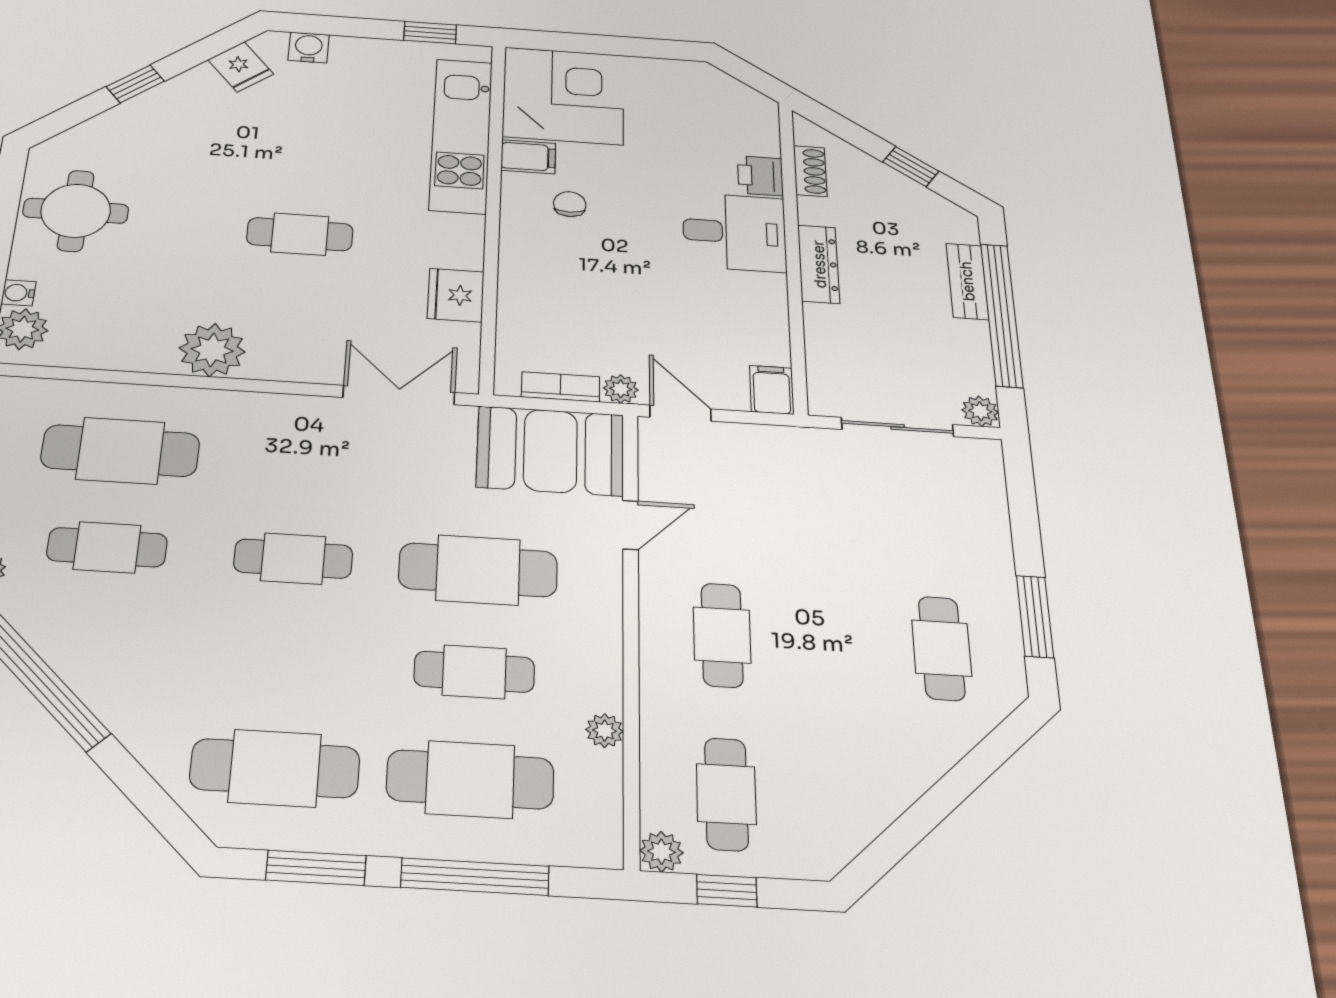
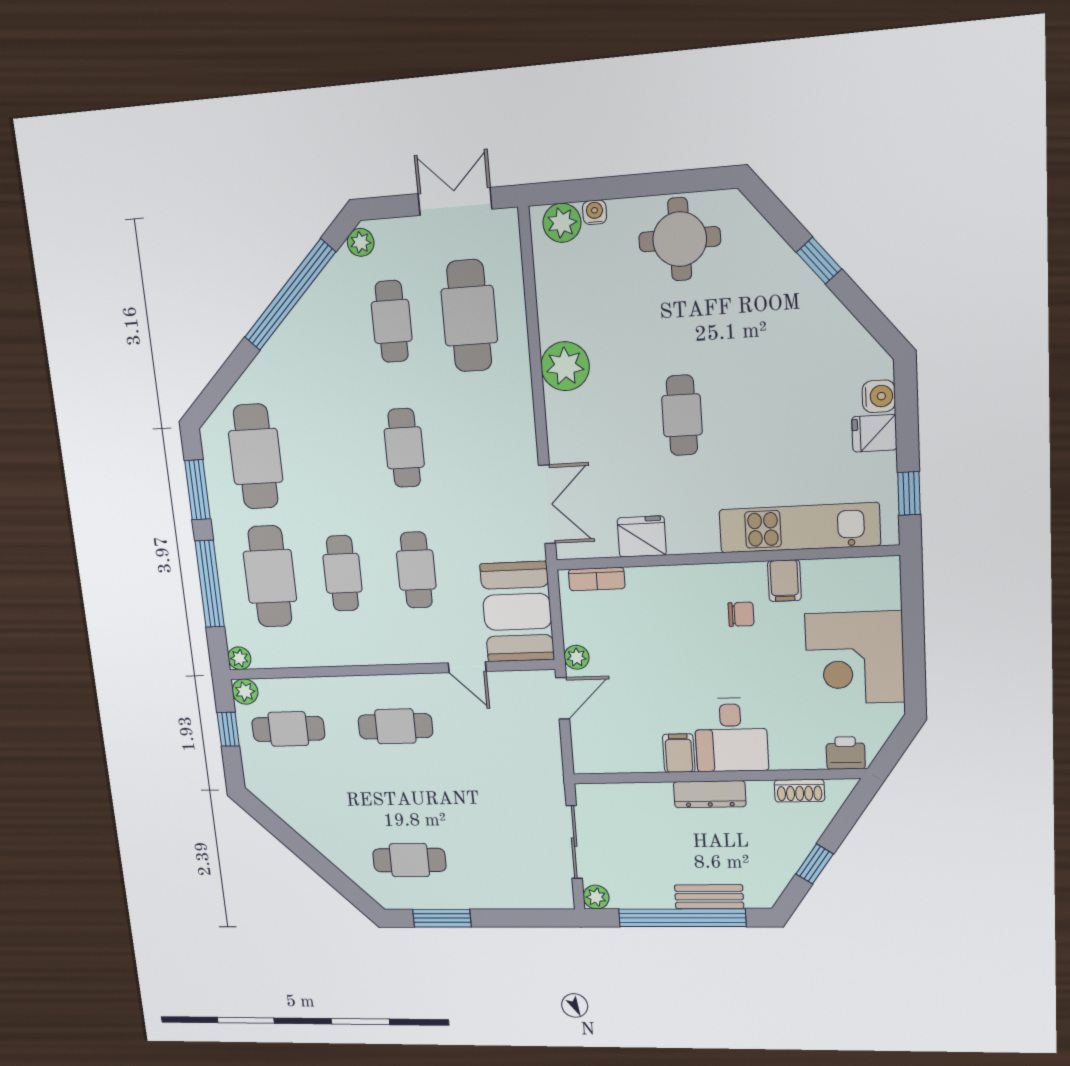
fridge: (241, 67) -> (874, 433), moved, turned 39
corner desk: (563, 96) -> (855, 658), moved, turned 90
printer: (760, 176) -> (846, 753), moved
bookcase: (561, 387) -> (597, 579), moved, turned 90
filing cabinet: (772, 390) -> (679, 753), moved, turned -90
cafe table: (478, 570) -> (416, 570), width x0.73, depth x0.74
plant: (605, 731) -> (239, 658), moved

